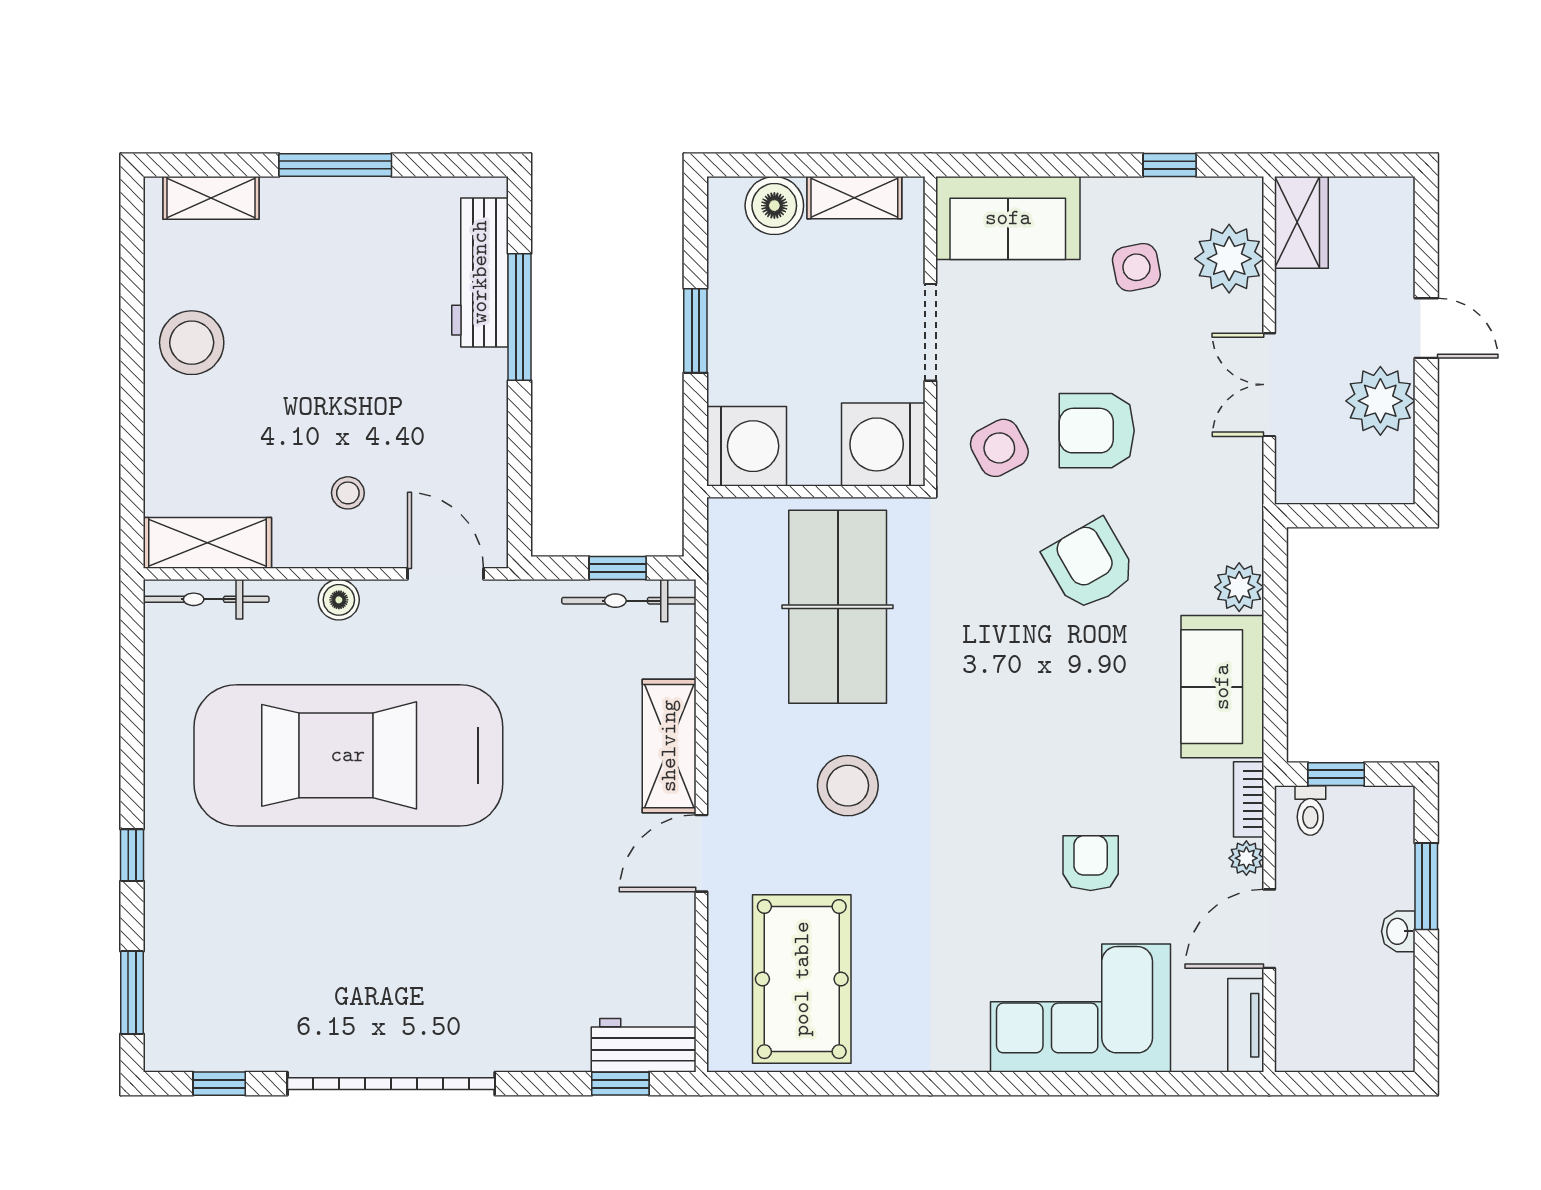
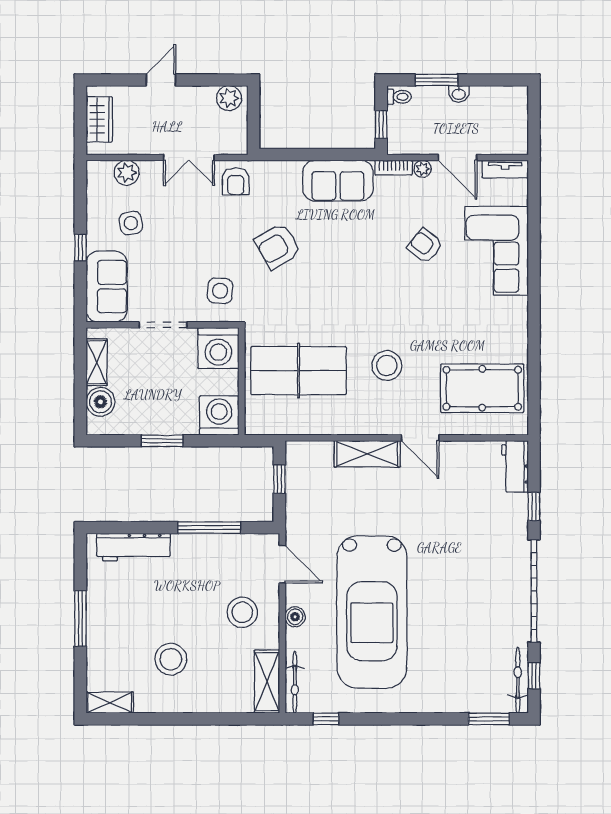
window: (1170, 165) -> (80, 248), moved
shelving: (211, 198) -> (110, 703), moved, turned 90
wardrobe: (1301, 222) -> (99, 119), moved, turned 90
plant: (1229, 259) -> (127, 173), width x0.73, depth x0.73
window: (519, 317) -> (209, 528), moved
stool: (192, 343) -> (171, 659), moved
plant: (1380, 401) -> (229, 98), moved, width x0.73, depth x0.73
armchair: (1097, 431) -> (236, 181), moved, width x0.72, depth x0.72
side table: (999, 448) -> (220, 291), turned 31
stool: (348, 493) -> (242, 612), width x1.89, depth x1.89
door: (445, 574) -> (282, 564), swing flipped
plant: (1239, 587) -> (289, 172), removed
bicycle: (629, 601) -> (518, 680), moved, turned 180
toilet: (1310, 810) -> (399, 97), moved
window: (132, 855) -> (326, 719), moved
armchair: (1091, 863) -> (425, 246), turned 38
window: (620, 1084) -> (534, 507), moved

